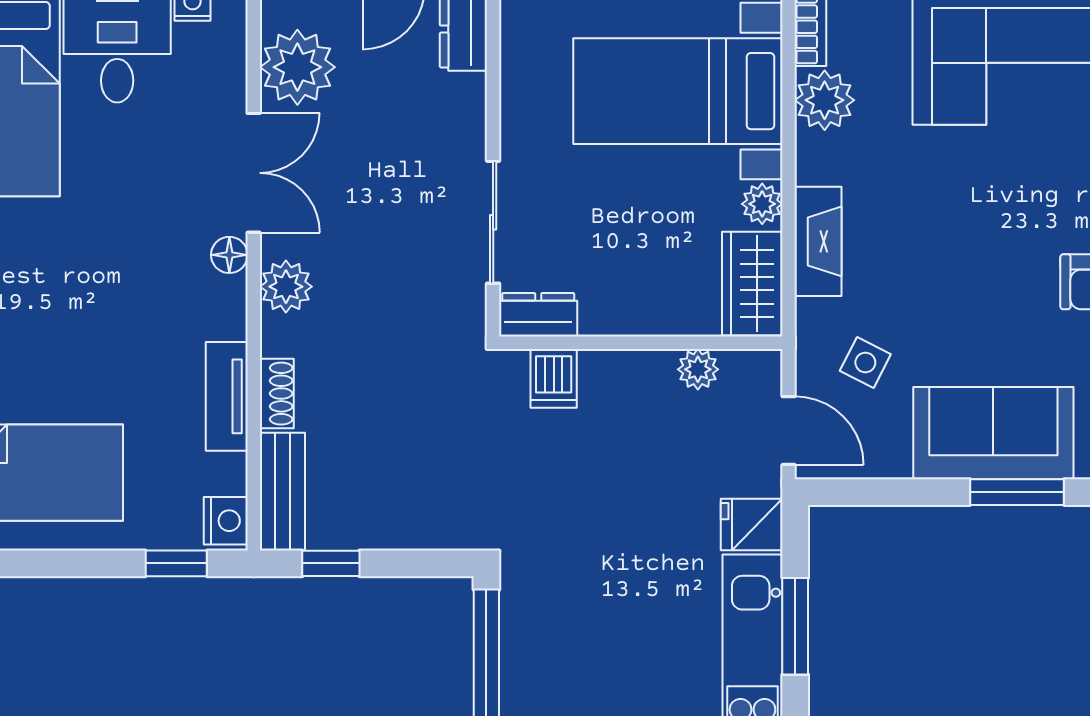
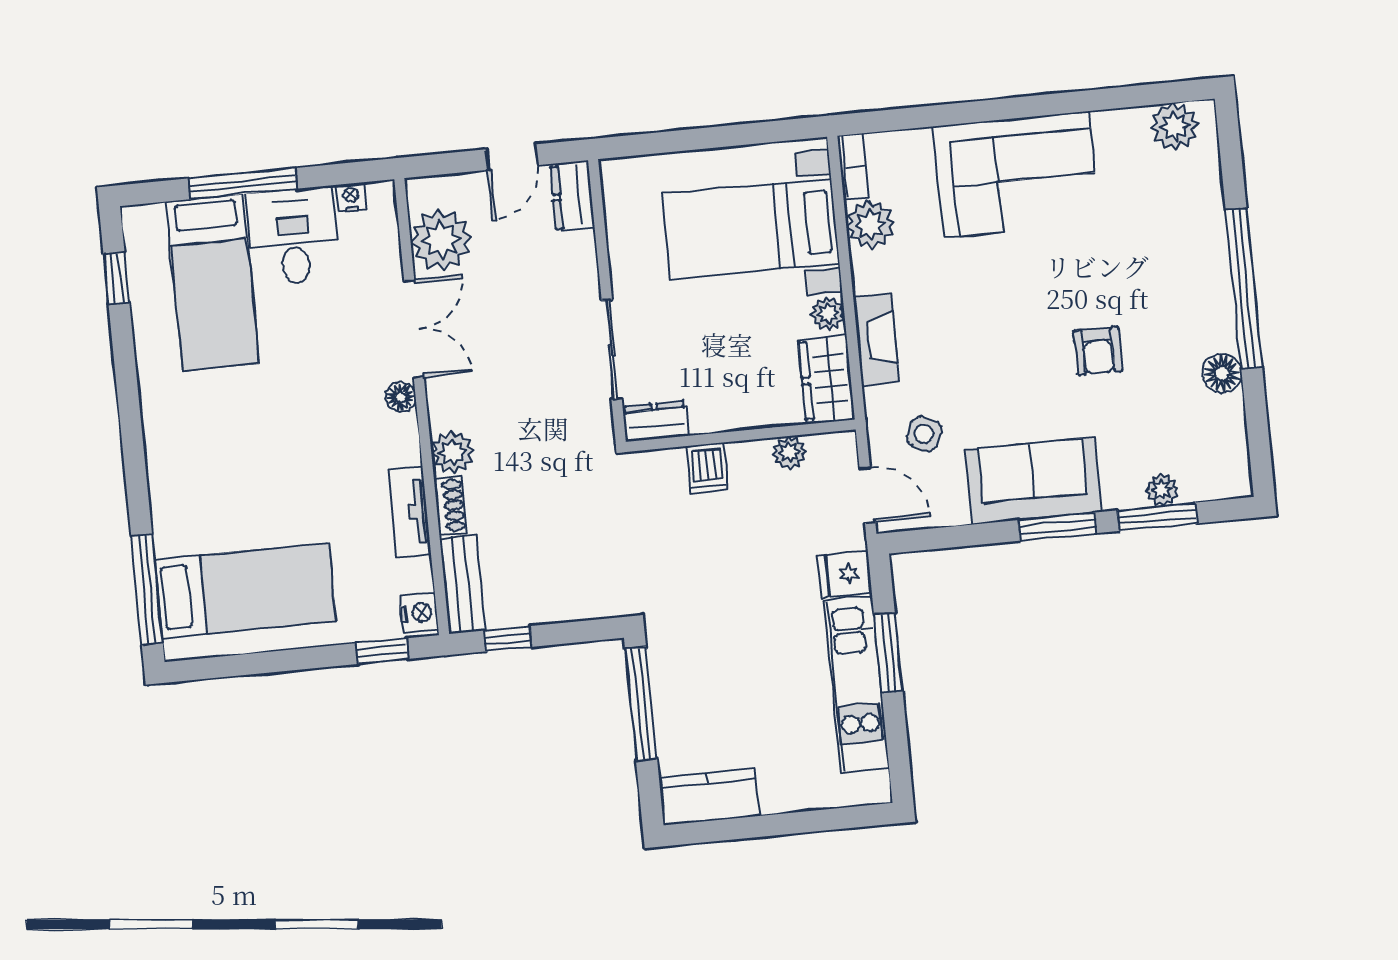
plant: (286, 287) -> (452, 452), moved
dishwasher: (554, 378) -> (707, 468), moved

